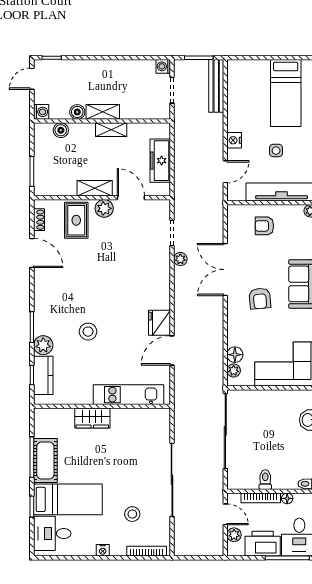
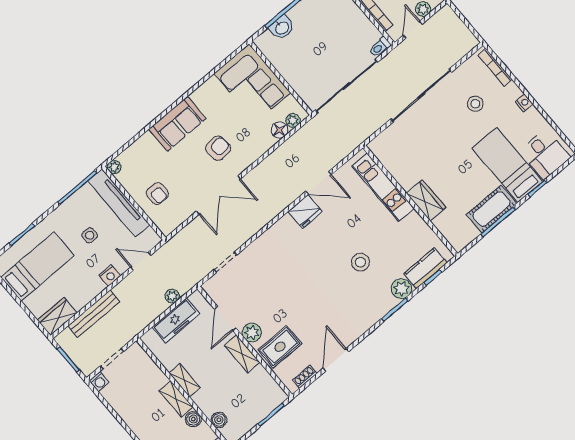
wardrobe: (237, 76) -> (57, 317), added
bench: (216, 86) -> (94, 314), moved
plant: (180, 259) -> (172, 296), moved
toilet: (265, 480) -> (380, 47), moved

